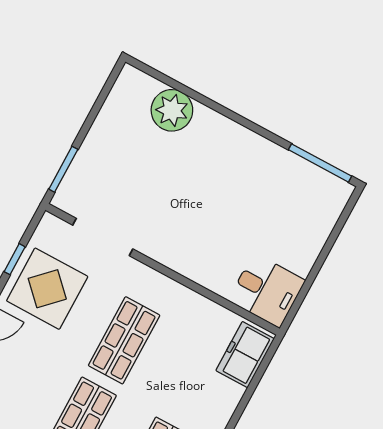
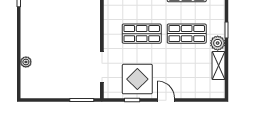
plant: (172, 110) -> (26, 62), width x0.53, depth x0.53

